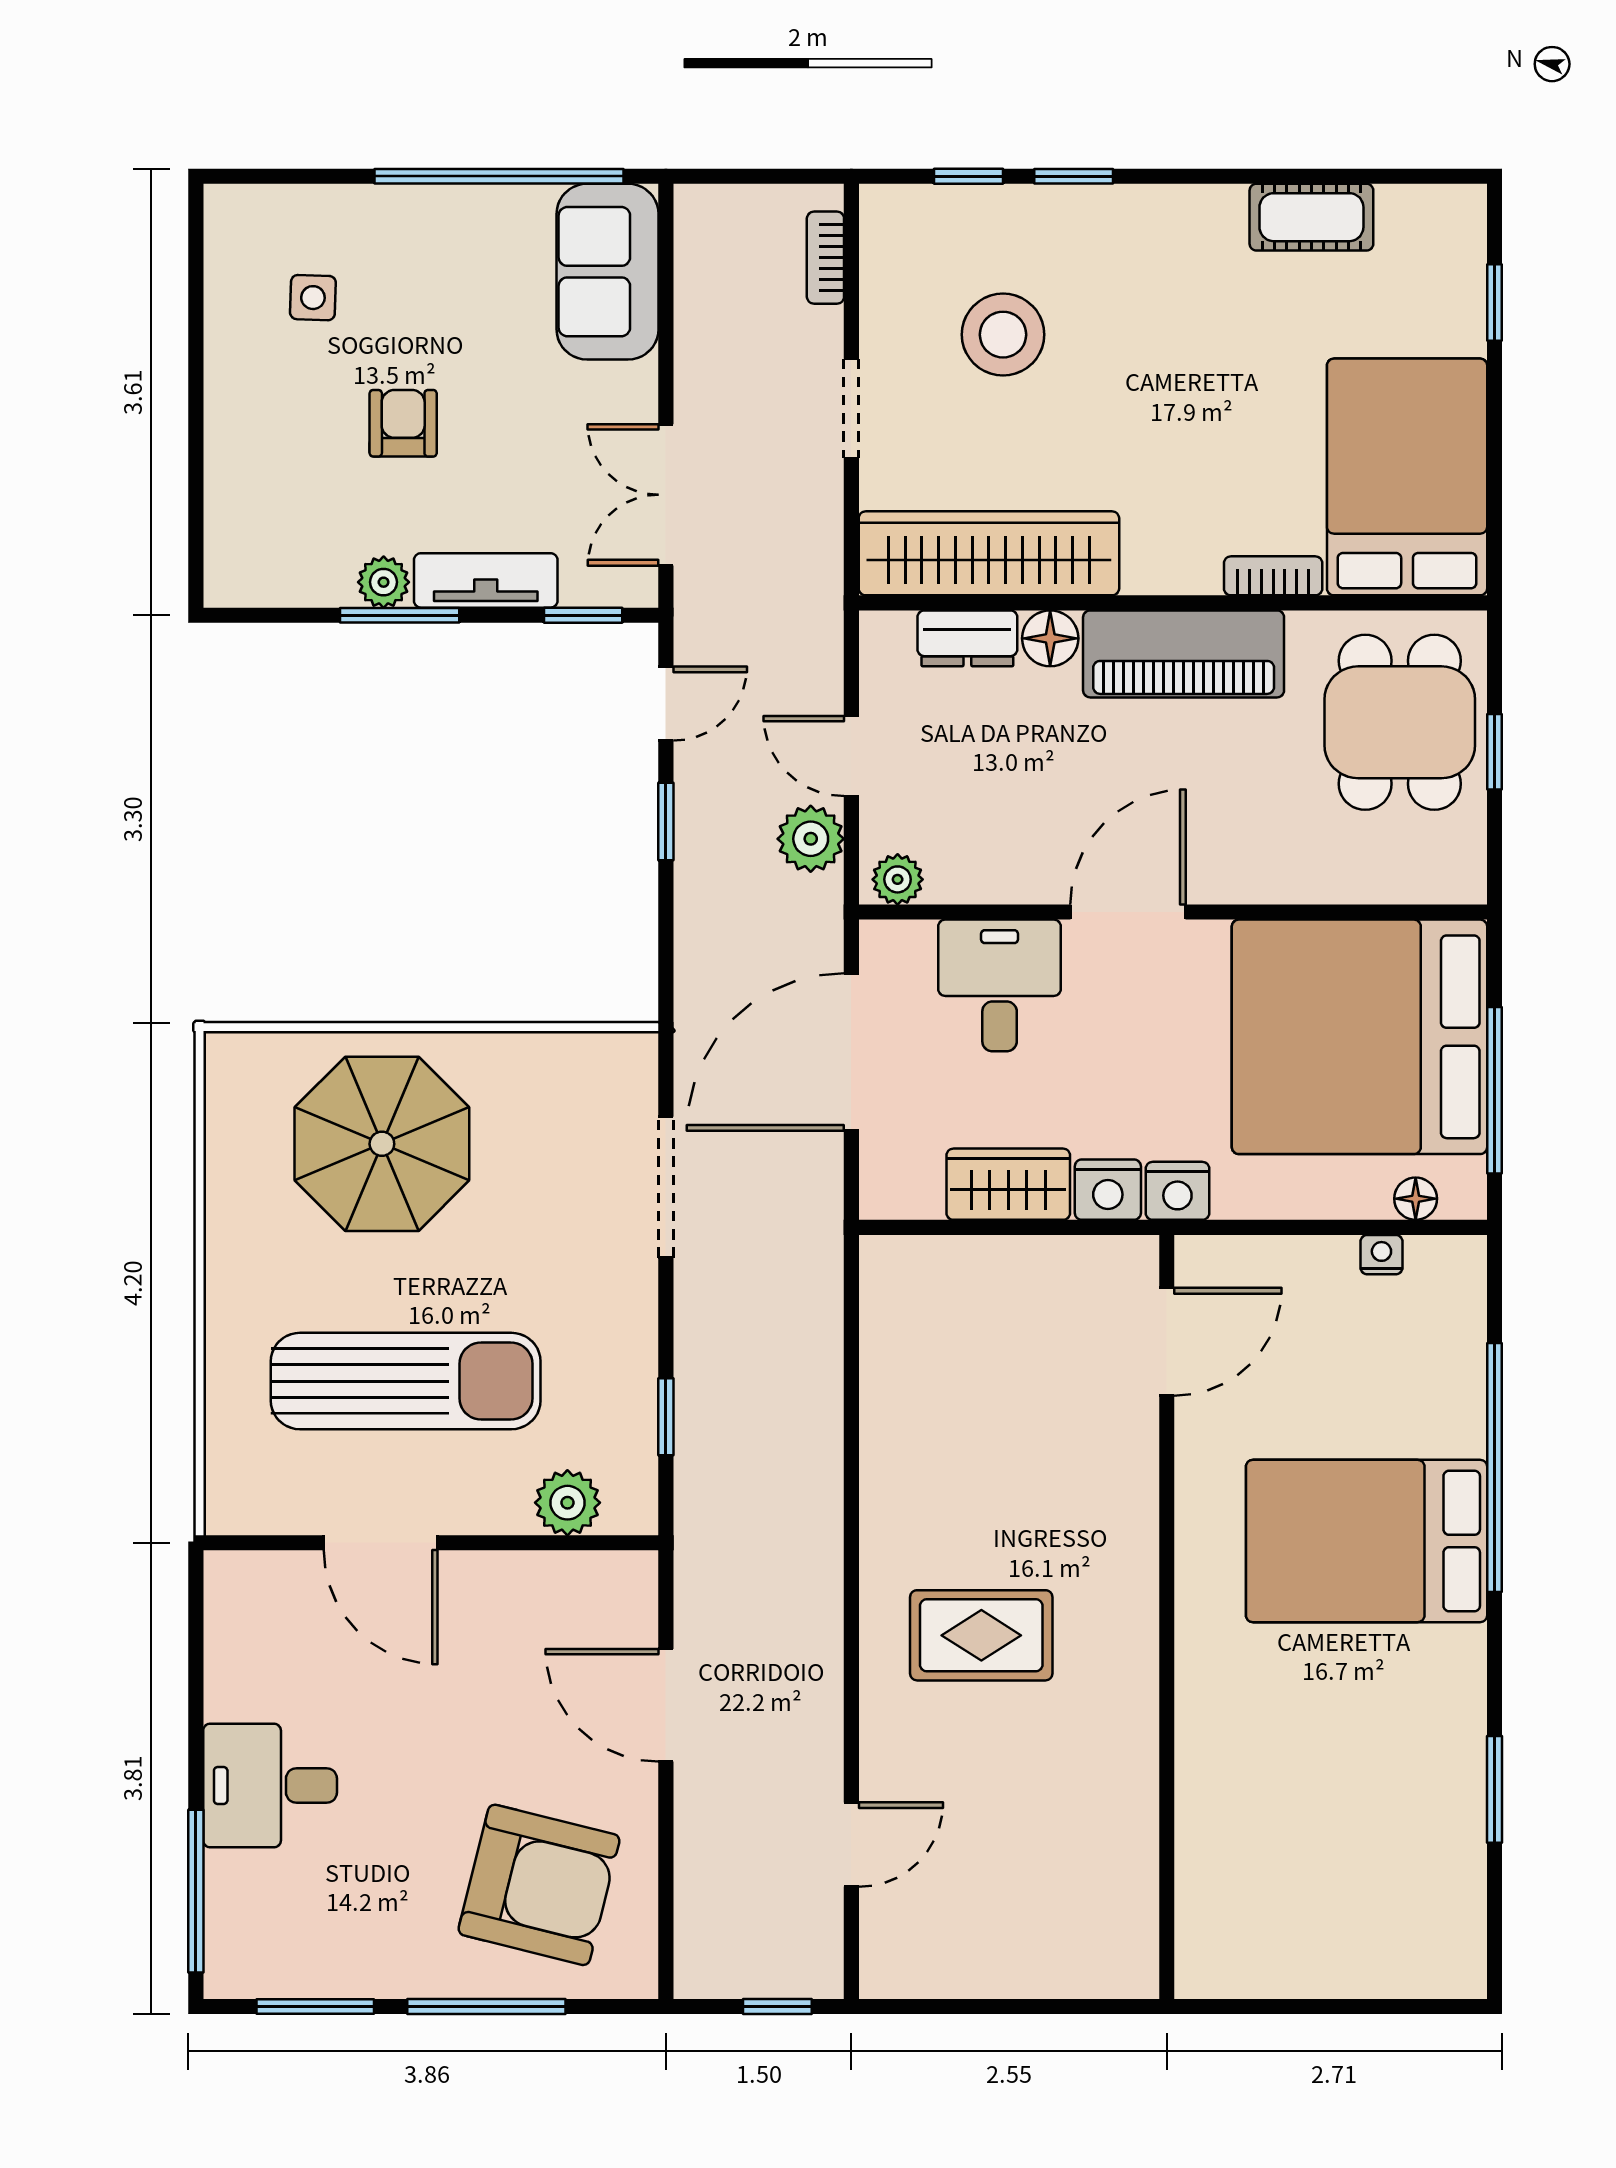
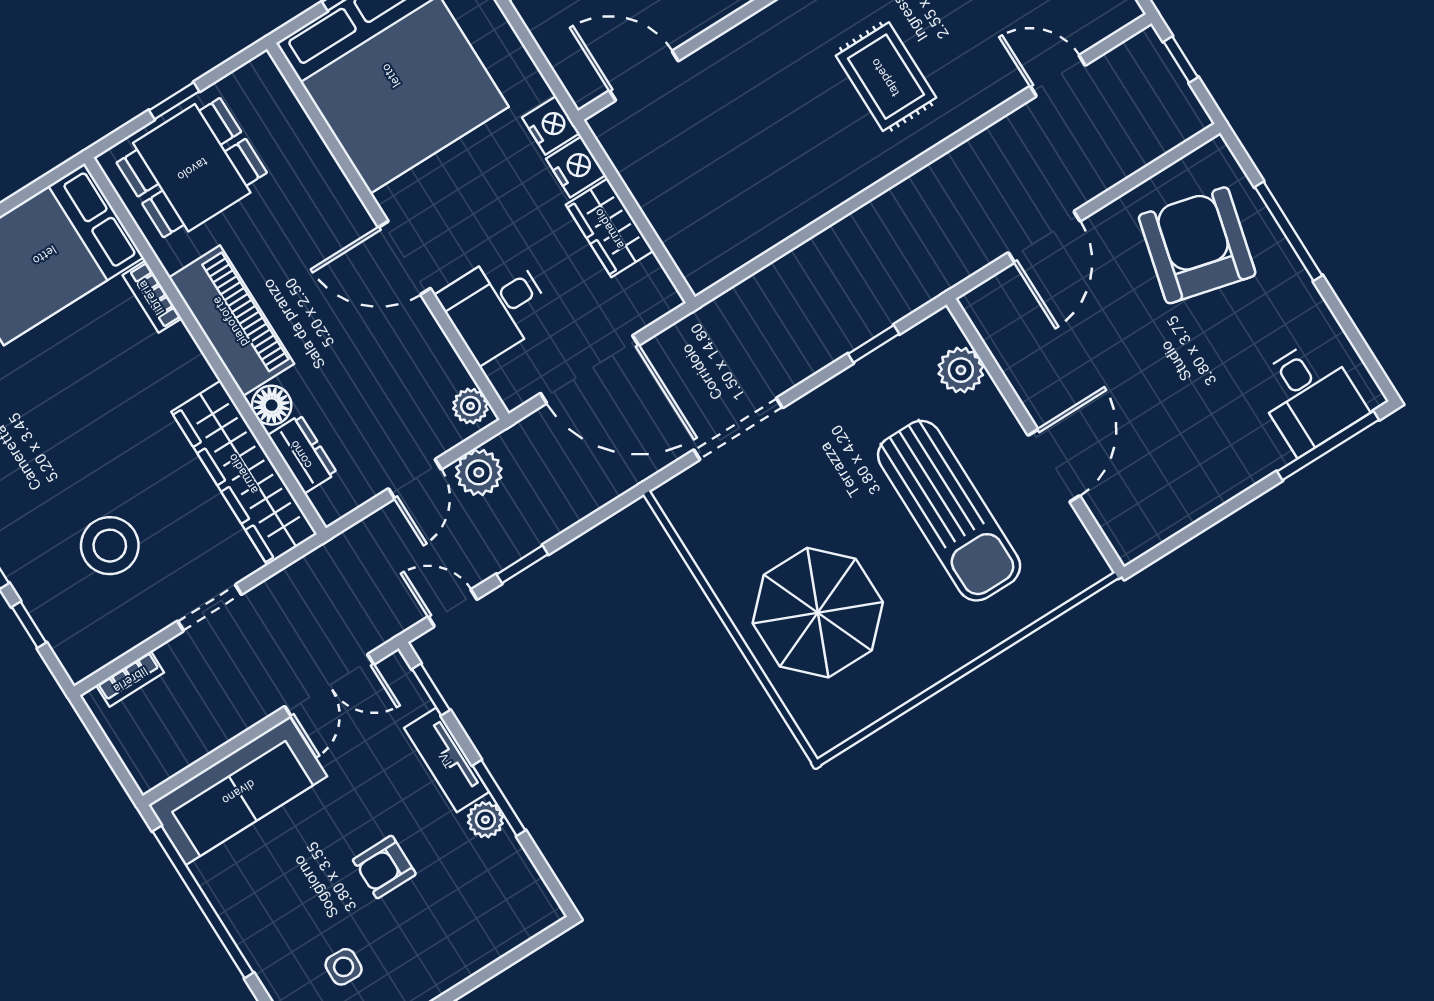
sofa: (608, 272) -> (238, 791), width x1.36
sun lounger: (406, 1381) -> (949, 511), turned 180
desk: (270, 1786) -> (1309, 396), moved
window: (315, 2007) -> (1352, 332), removed

